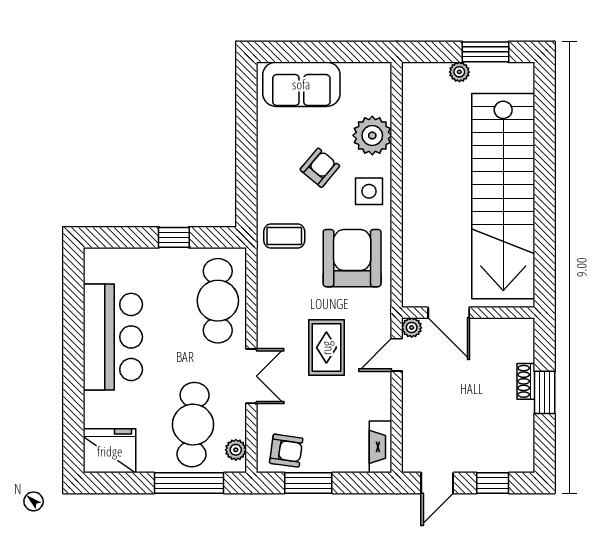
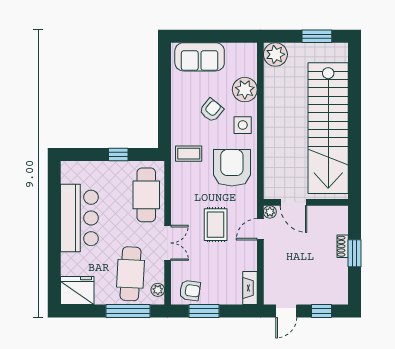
plant: (459, 72) -> (275, 54), moved, width x1.88, depth x1.88

